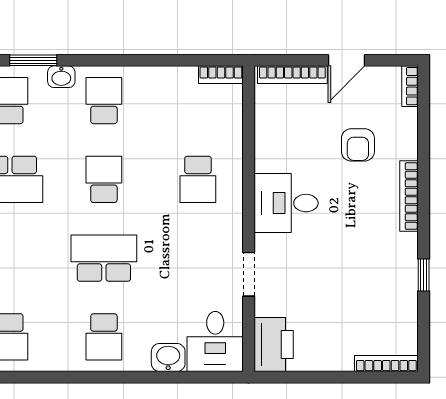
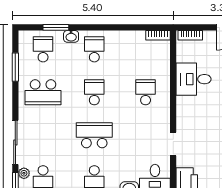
bookcase: (292, 75) -> (190, 35), width x0.64
school desk: (198, 179) -> (146, 92), turned 180
desk: (286, 203) -> (194, 79), moved

